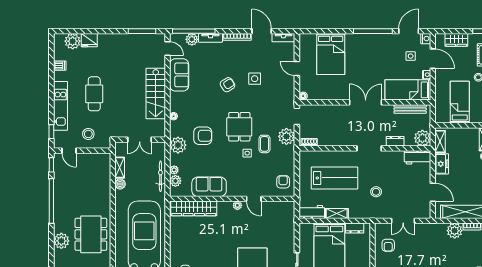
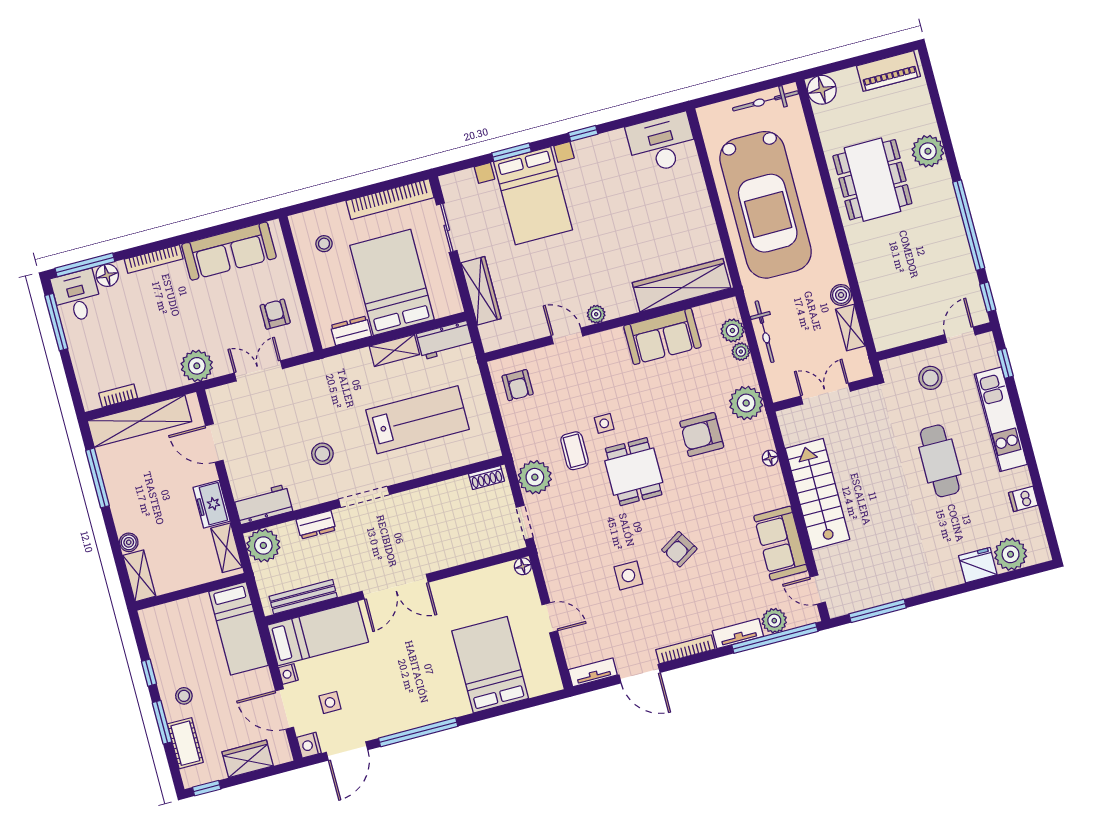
bed: (460, 102) -> (238, 628), moved
door: (69, 151) -> (960, 335), hinge flipped
lab bench: (334, 178) -> (417, 420), turned 180
stool: (376, 192) -> (322, 454), moved
wardrobe: (289, 231) -> (481, 291), added
plant: (455, 231) -> (197, 366), moved

